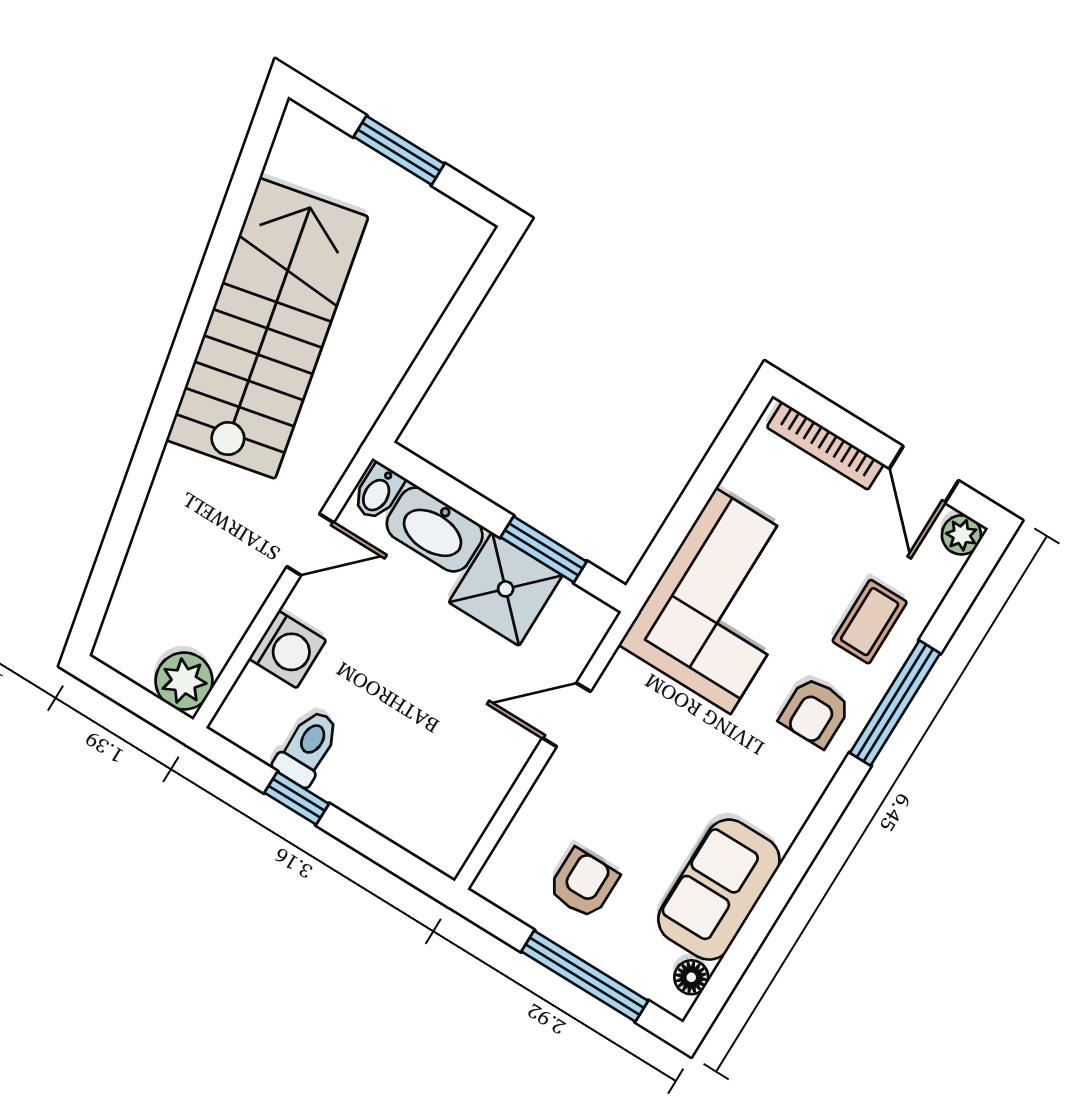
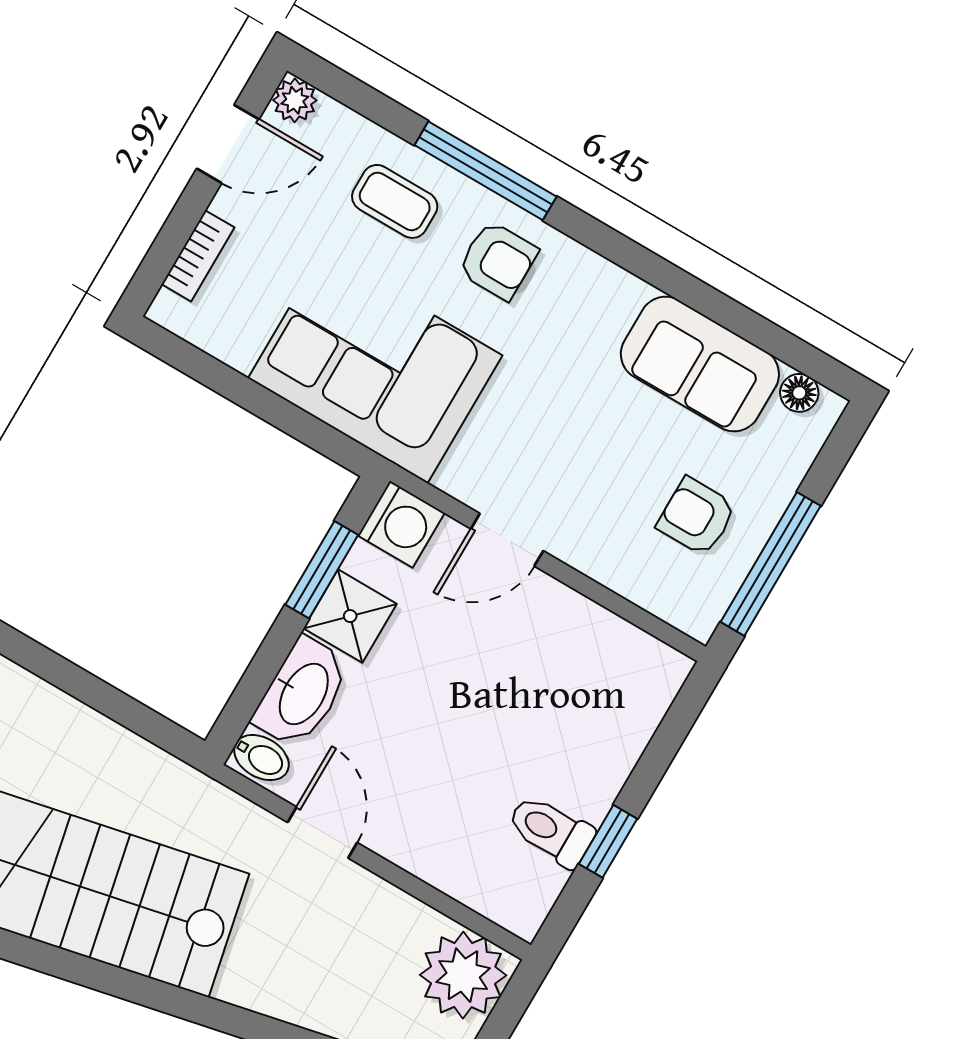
bookcase: (825, 446) -> (198, 256), width x0.64
shower: (506, 589) -> (350, 616), width x0.73, depth x0.73
washing machine: (287, 649) -> (401, 524), moved, turned 90
plant: (184, 681) -> (463, 975), width x1.36, depth x1.36
door: (567, 715) -> (507, 540), hinge flipped
window: (585, 976) -> (771, 564), moved

